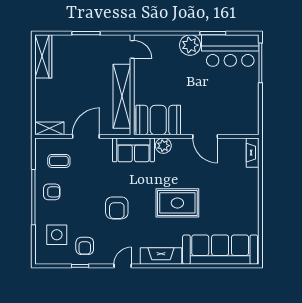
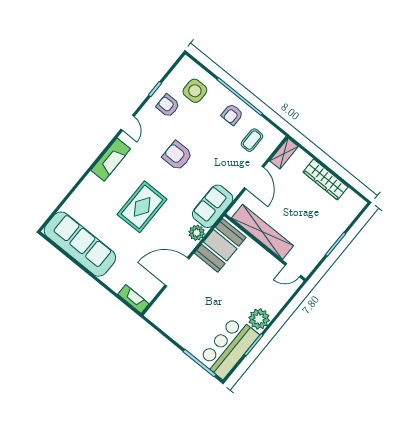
wardrobe: (43, 56) -> (325, 180), moved
door: (205, 136) -> (177, 272), width x1.36
sofa: (220, 250) -> (80, 244), moved, turned -90

